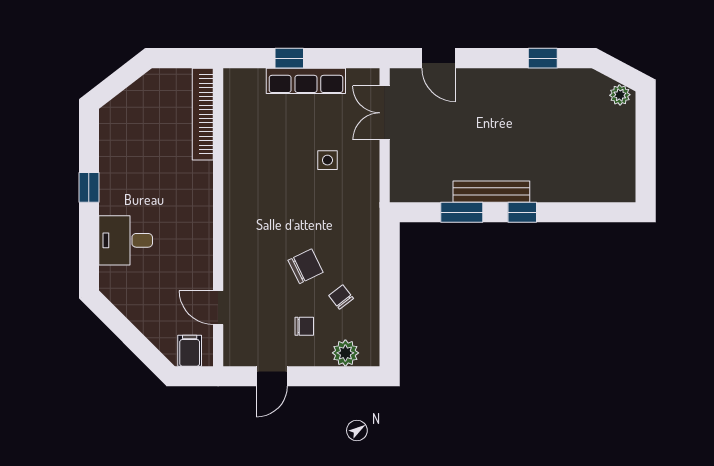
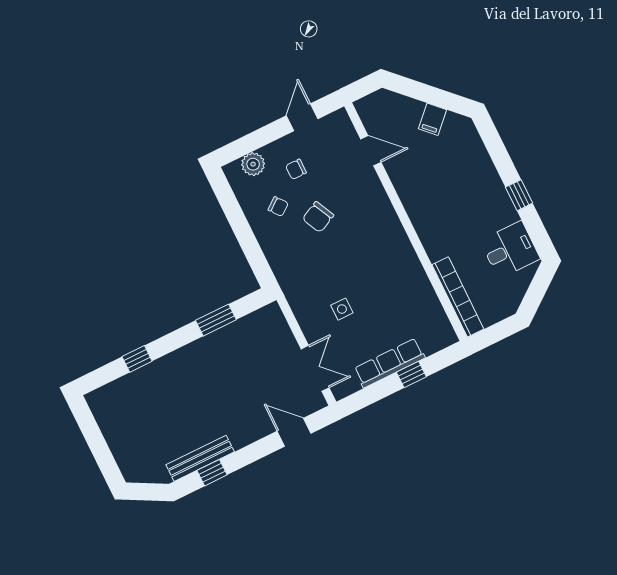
plant: (620, 95) -> (137, 474), removed
bench: (491, 192) -> (200, 458), moved
window: (522, 212) -> (137, 359), moved
desk: (126, 240) -> (510, 250), moved
filing cabinet: (190, 351) -> (433, 119), moved, turned 45

